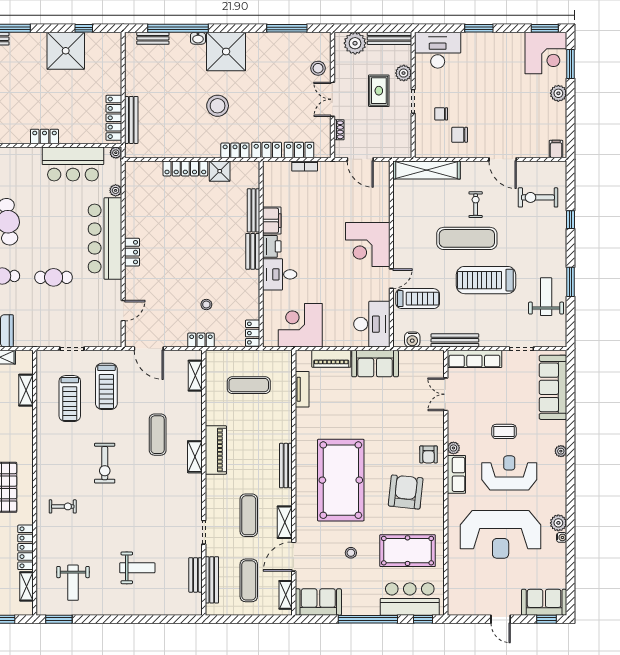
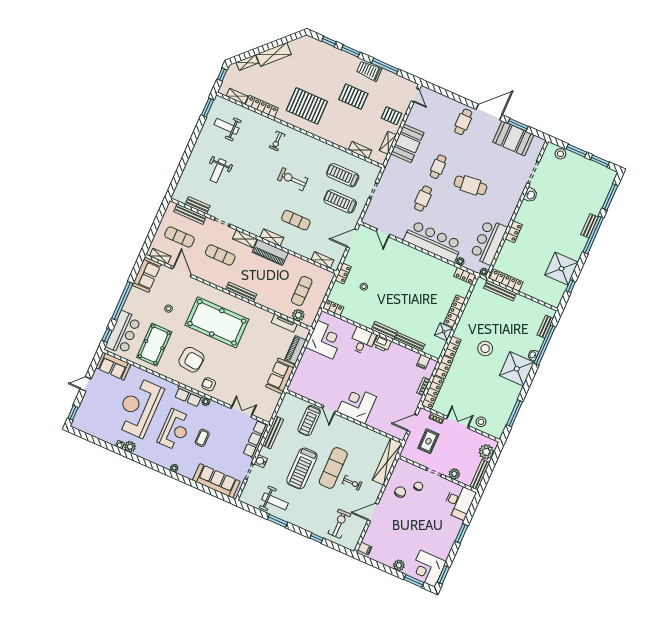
rug: (379, 91) -> (428, 441), moved, turned 90
locker: (299, 150) -> (433, 392), width x1.53
filing cabinet: (272, 221) -> (423, 362), moved, width x0.50
locker: (132, 252) -> (465, 276), moved
treadmill: (486, 280) -> (302, 468), turned 180
desk: (372, 324) -> (306, 385), removed
water cooler: (412, 339) -> (261, 461), moved
plant: (283, 375) -> (298, 315), added
shelving: (285, 522) -> (245, 239), moved
sofa: (544, 602) -> (113, 366), moved, turned 90

